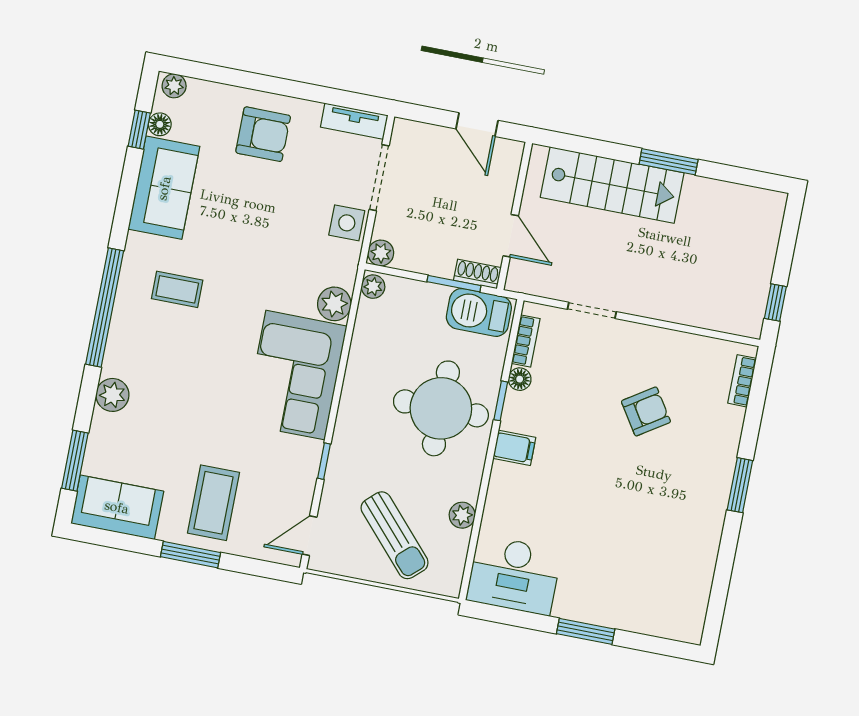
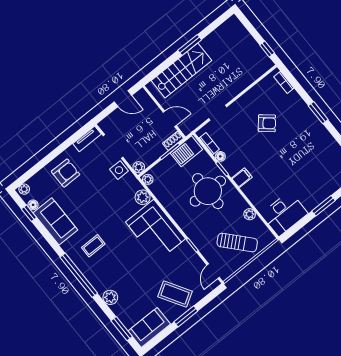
armchair: (646, 411) -> (267, 123), turned 73
coffee table: (213, 503) -> (175, 294), turned -31

